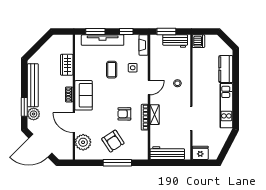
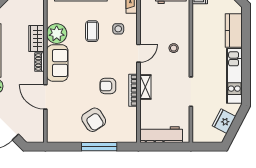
wardrobe: (67, 65) -> (36, 38), moved
plant: (83, 142) -> (57, 34), moved
fridge: (200, 153) -> (224, 121), moved, turned -62

